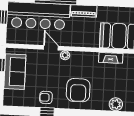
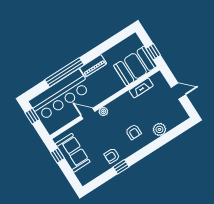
armchair: (78, 90) -> (133, 132), width x0.53, depth x0.53
plant: (116, 104) -> (159, 129), moved

